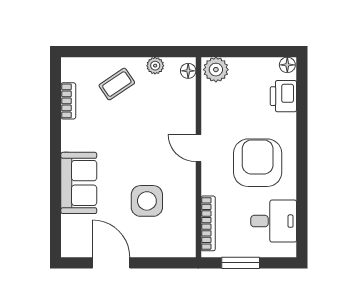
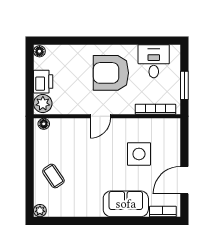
plant: (155, 66) -> (40, 211), moved
printer: (283, 96) -> (43, 82), moved, turned -90
bookcase: (68, 101) -> (163, 212), moved

